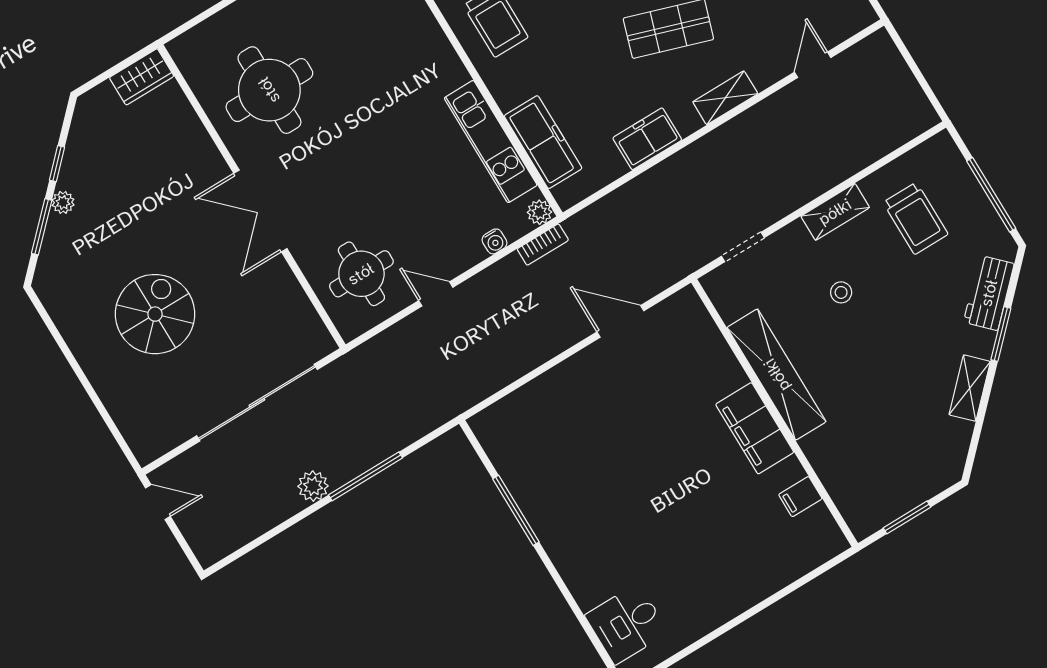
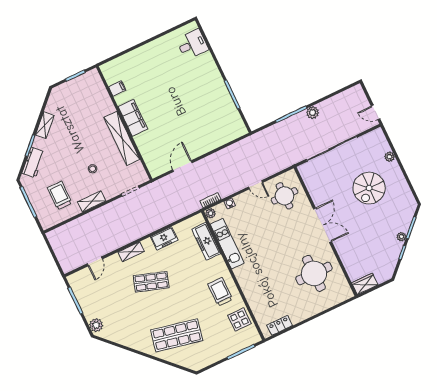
door: (620, 321) -> (182, 166), swing flipped
plant: (112, 397) -> (390, 157), added

